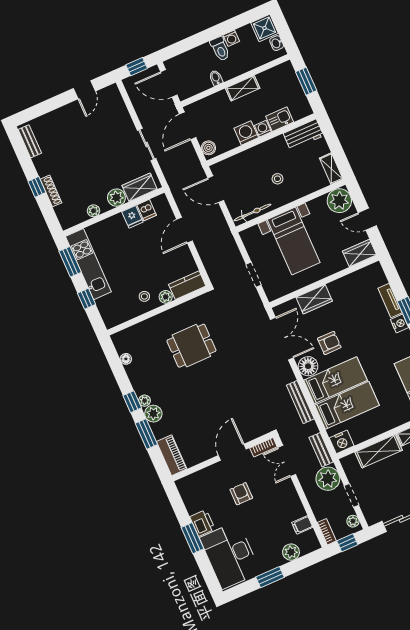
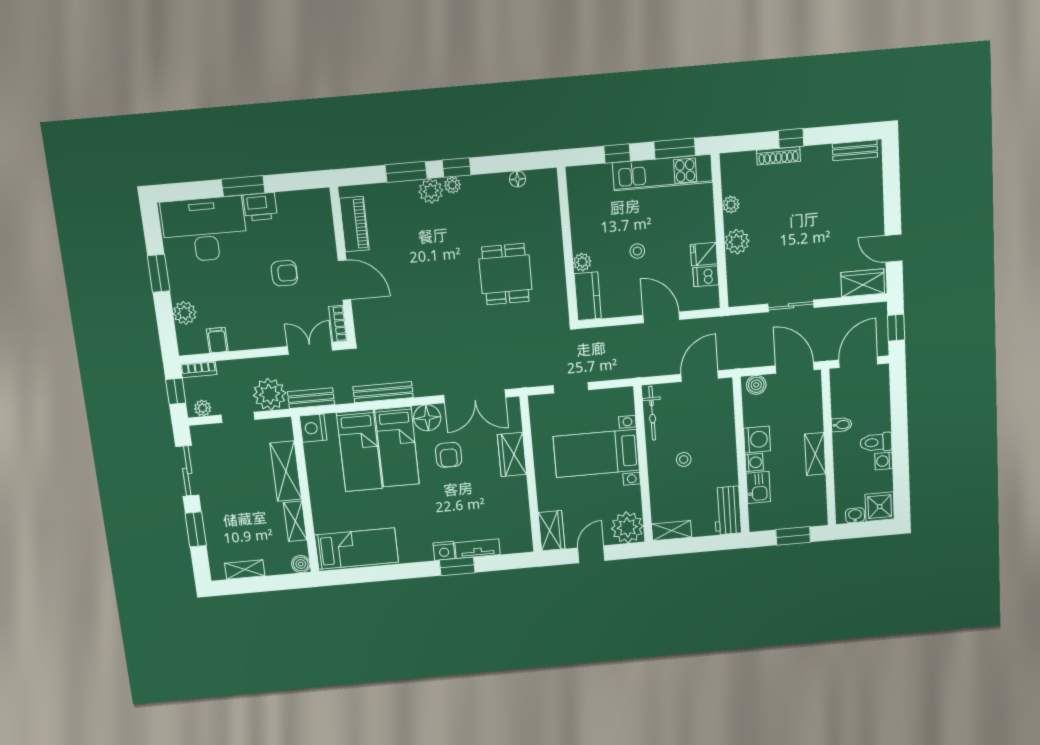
wardrobe: (140, 187) -> (863, 283), moved, turned -90
stool: (144, 296) -> (637, 251), moved
piano: (172, 455) -> (354, 224), moved, turned -90

